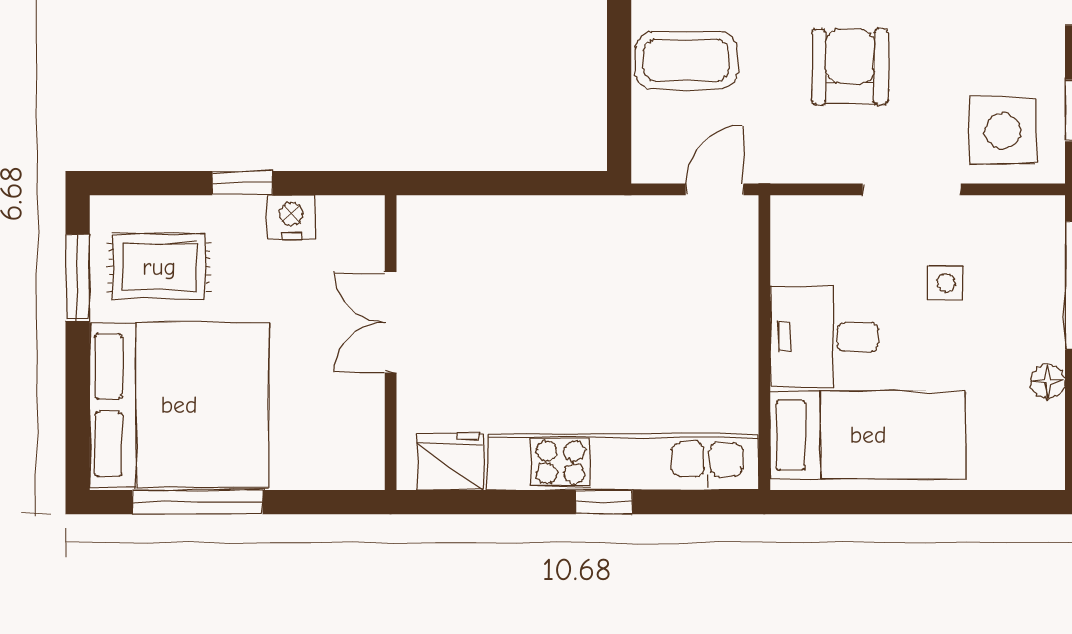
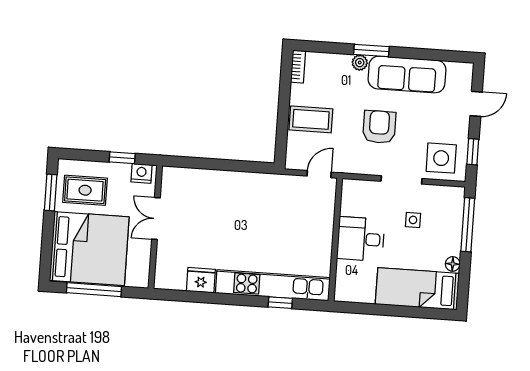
double door: (391, 322) -> (156, 219), moved
wall: (391, 343) -> (155, 227), moved
bed: (868, 435) -> (417, 289), moved, turned 180
window: (604, 502) -> (280, 303), moved

